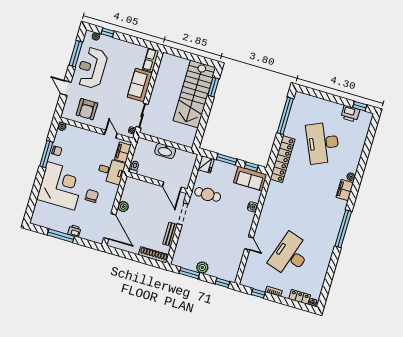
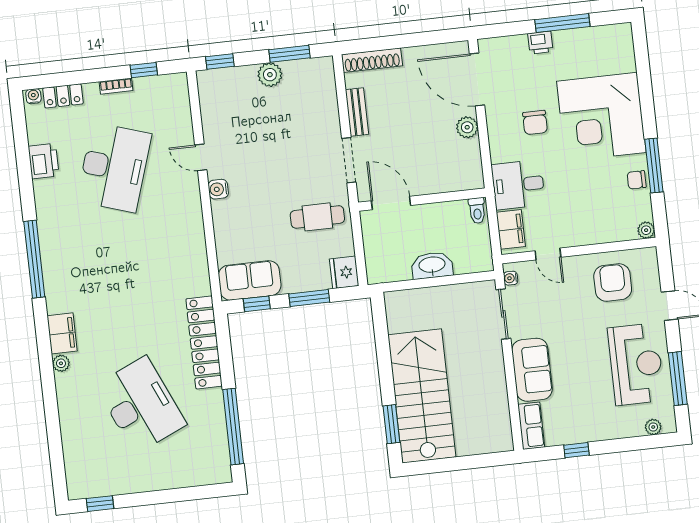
window: (108, 32) -> (576, 450), moved
printer: (350, 114) -> (44, 161), moved, turned 90
water cooler: (253, 207) -> (218, 189), moved

